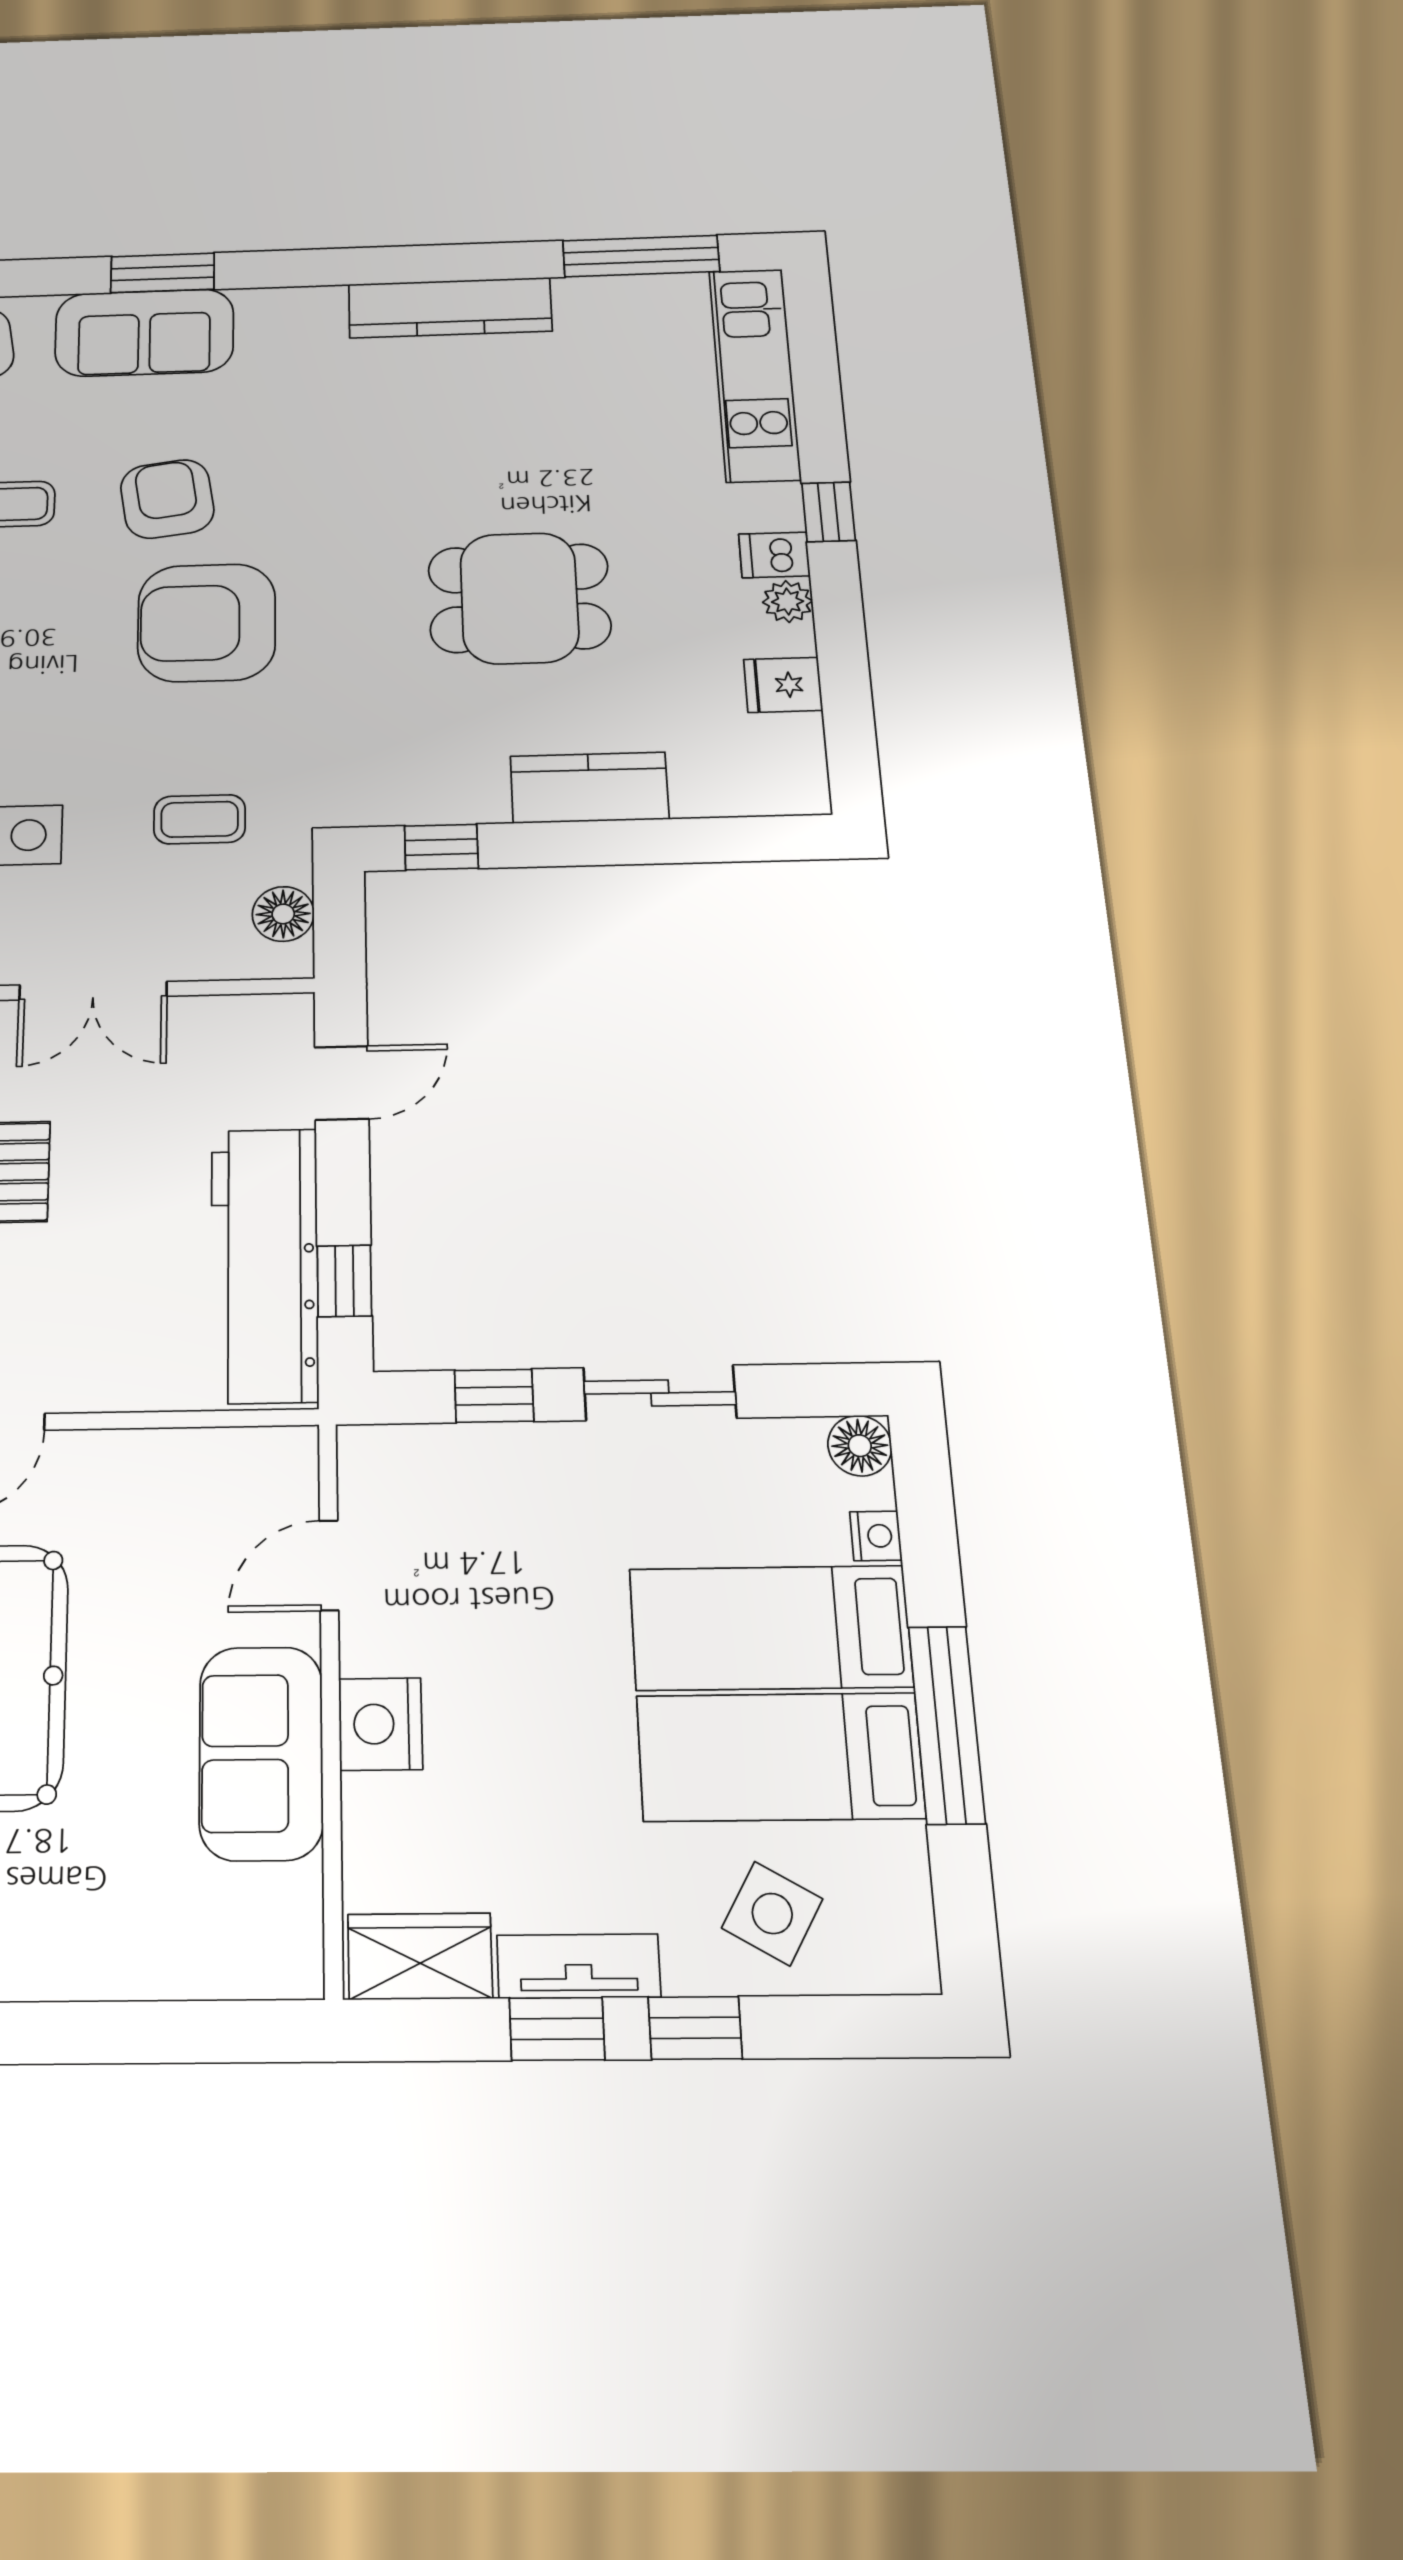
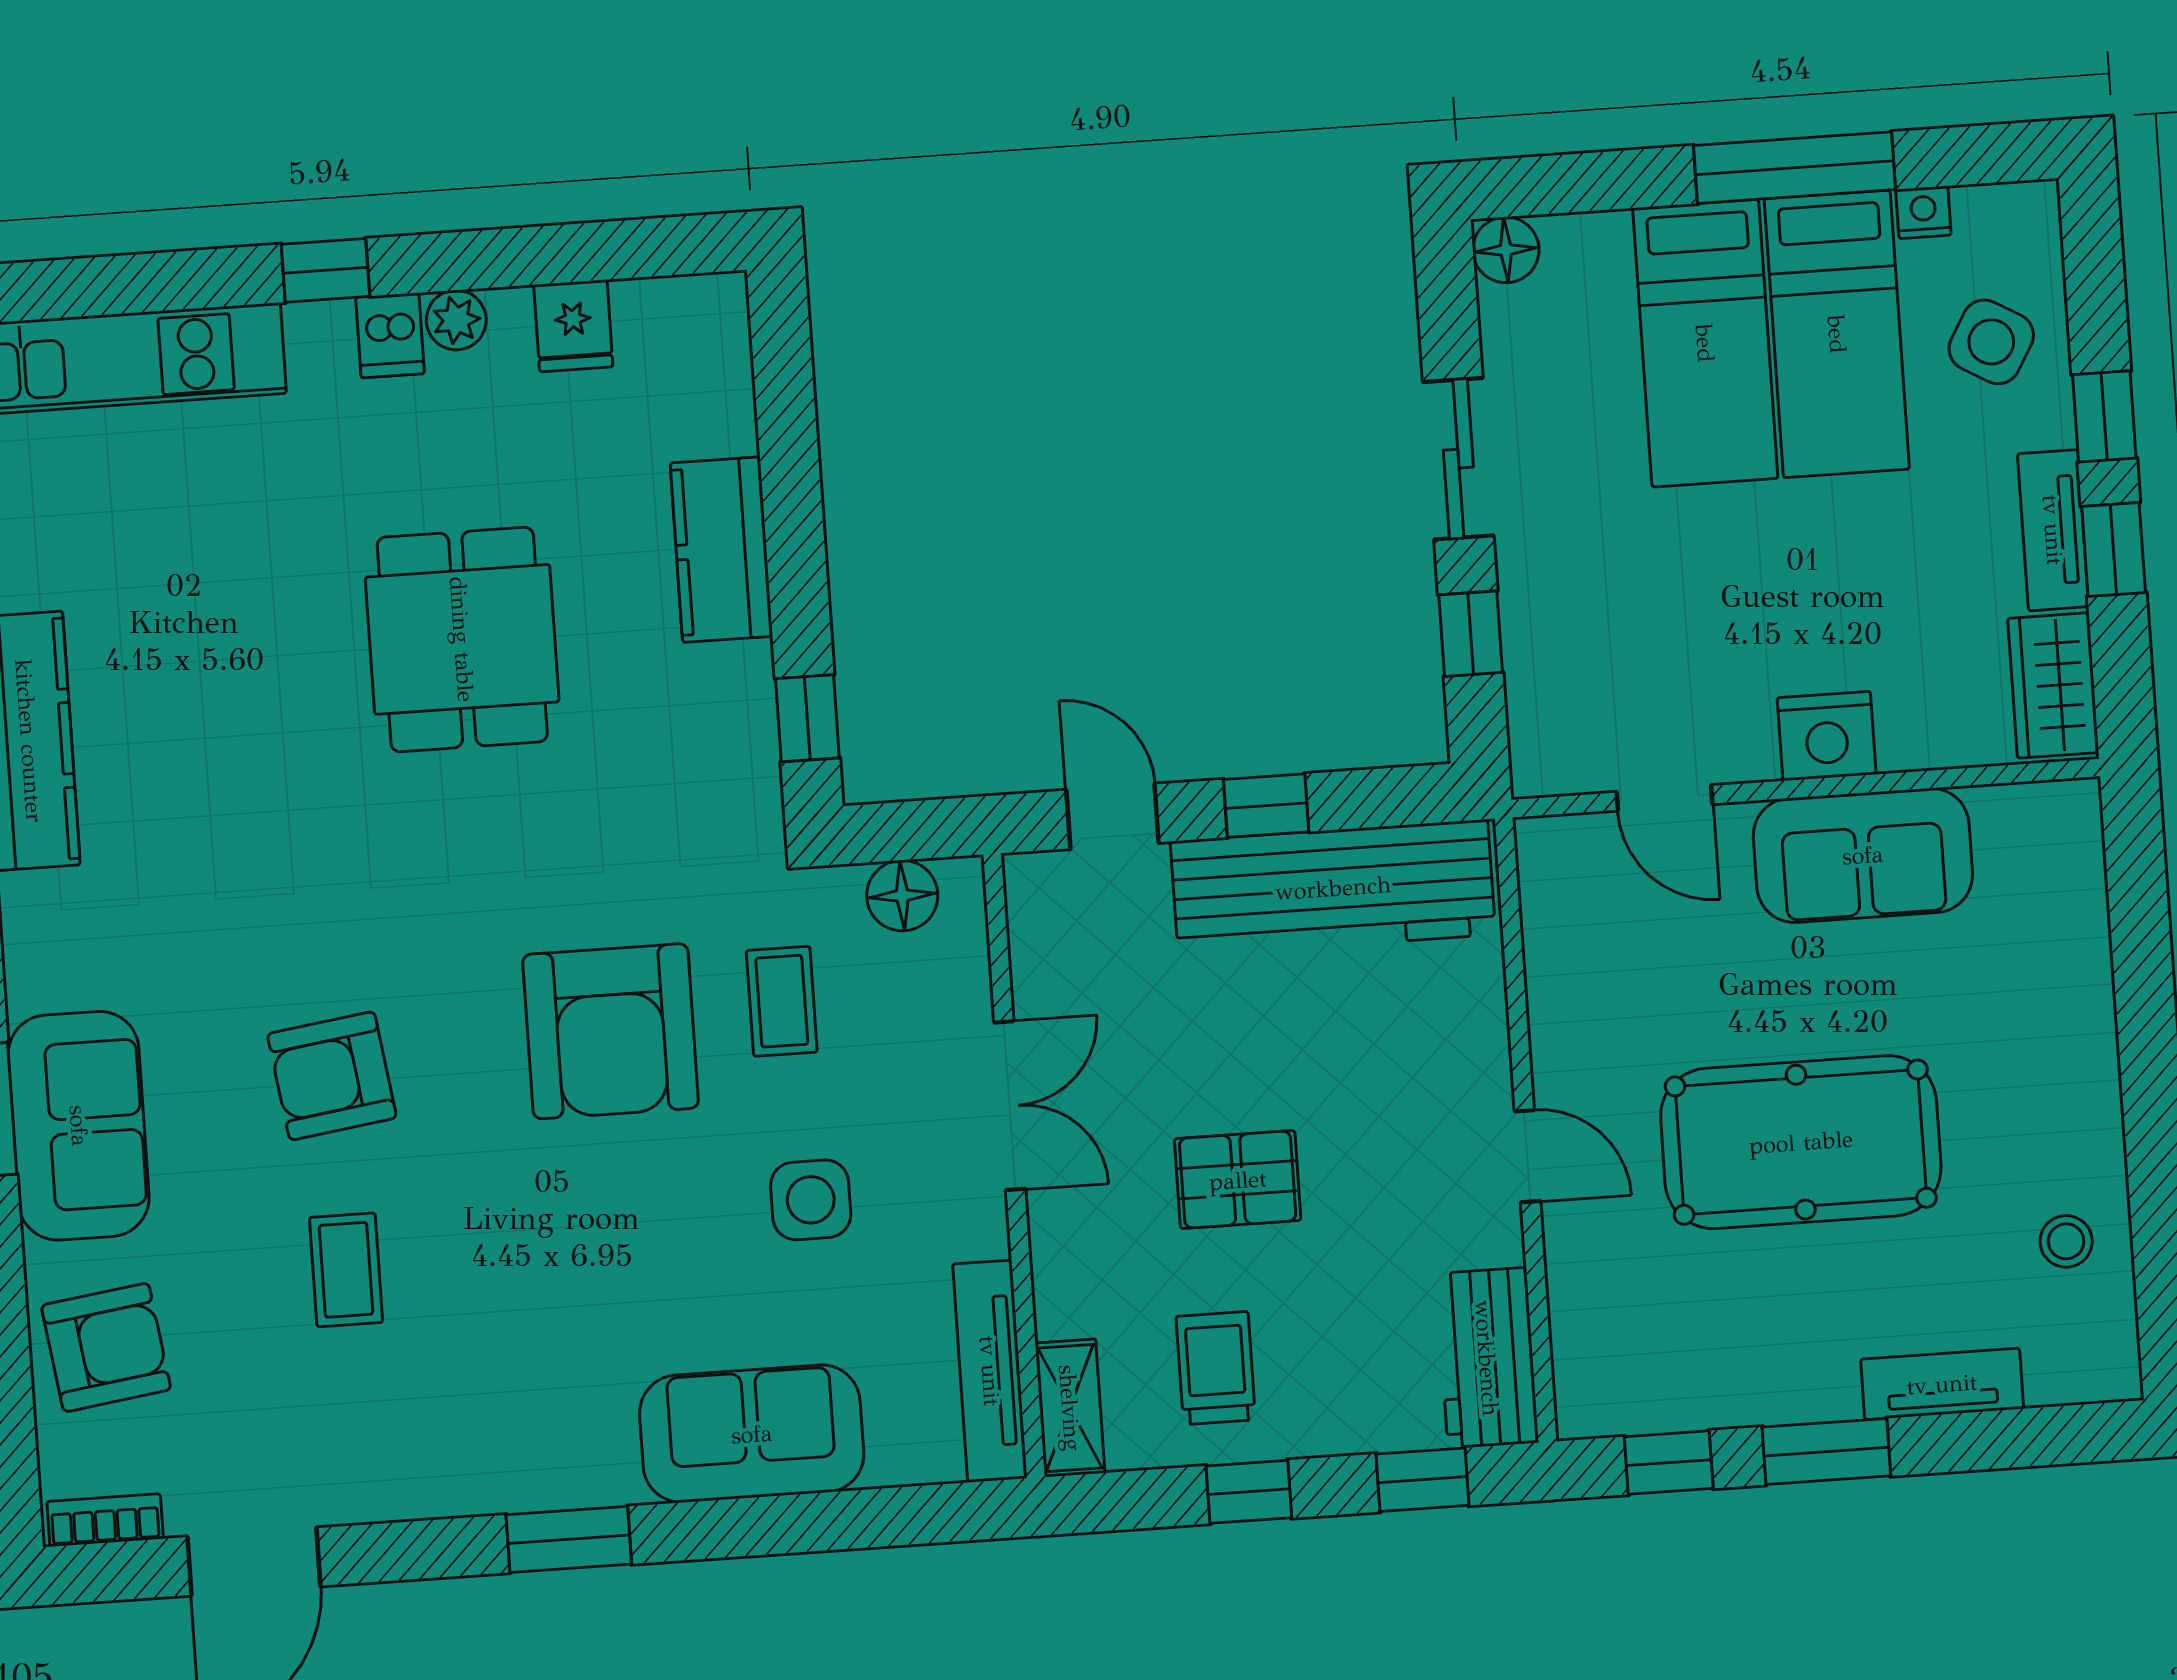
armchair: (207, 623) -> (611, 1031), moved
window: (344, 1281) -> (1266, 806), moved
nightstand: (876, 1536) -> (1923, 212), moved

